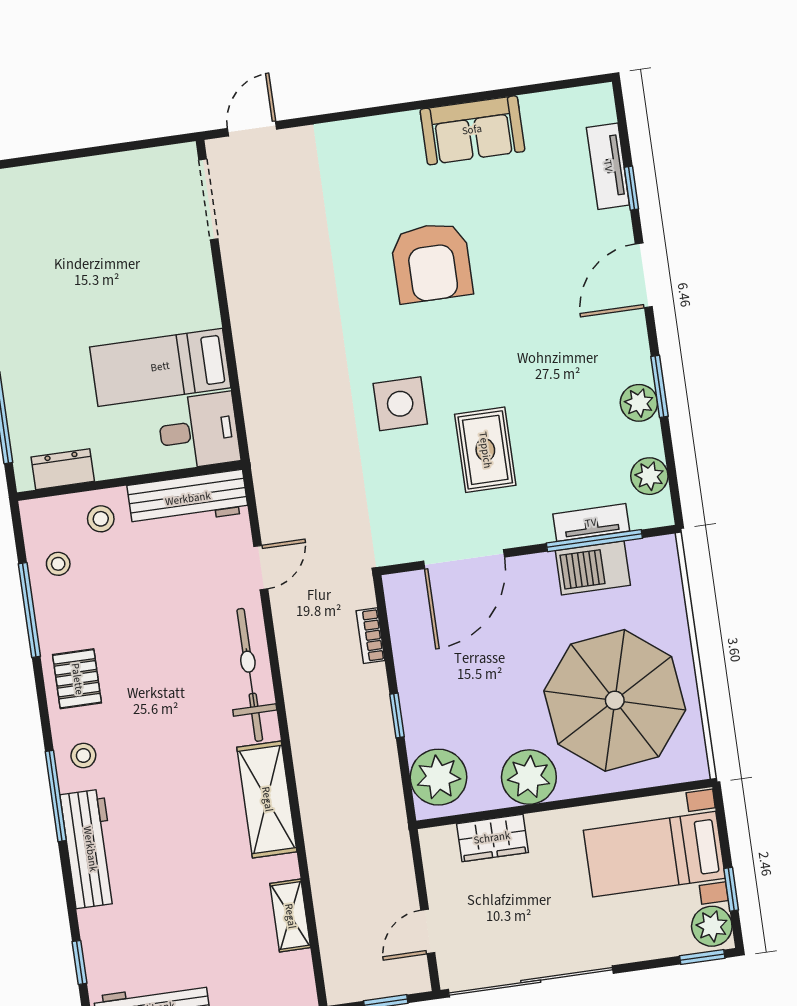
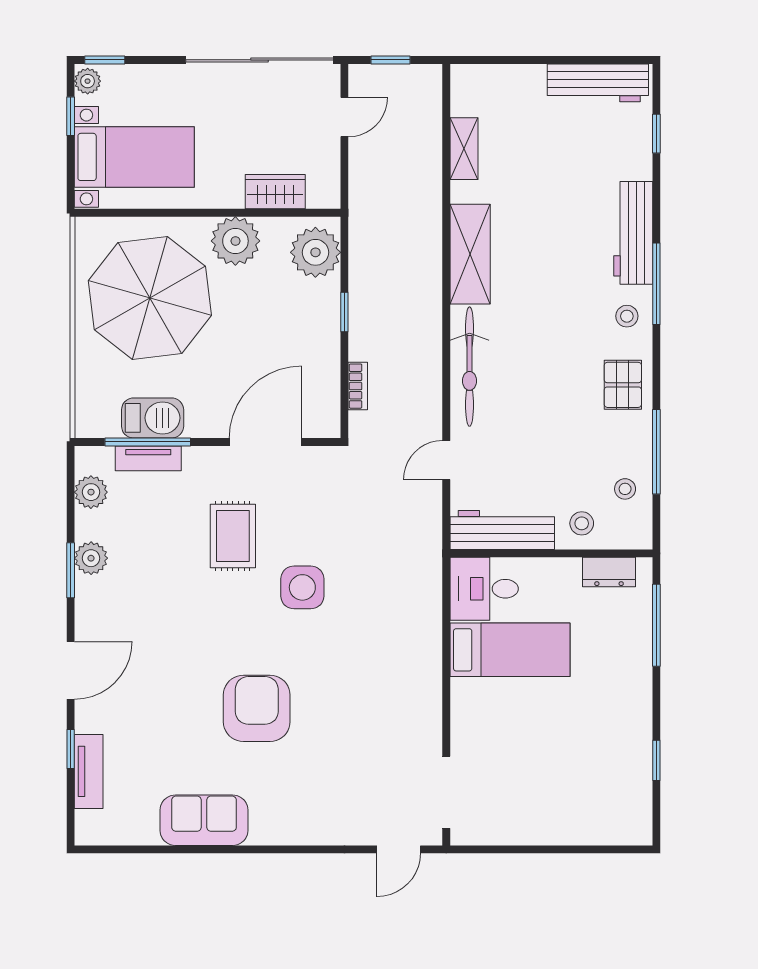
plant: (712, 926) -> (88, 81), width x0.73, depth x0.73

